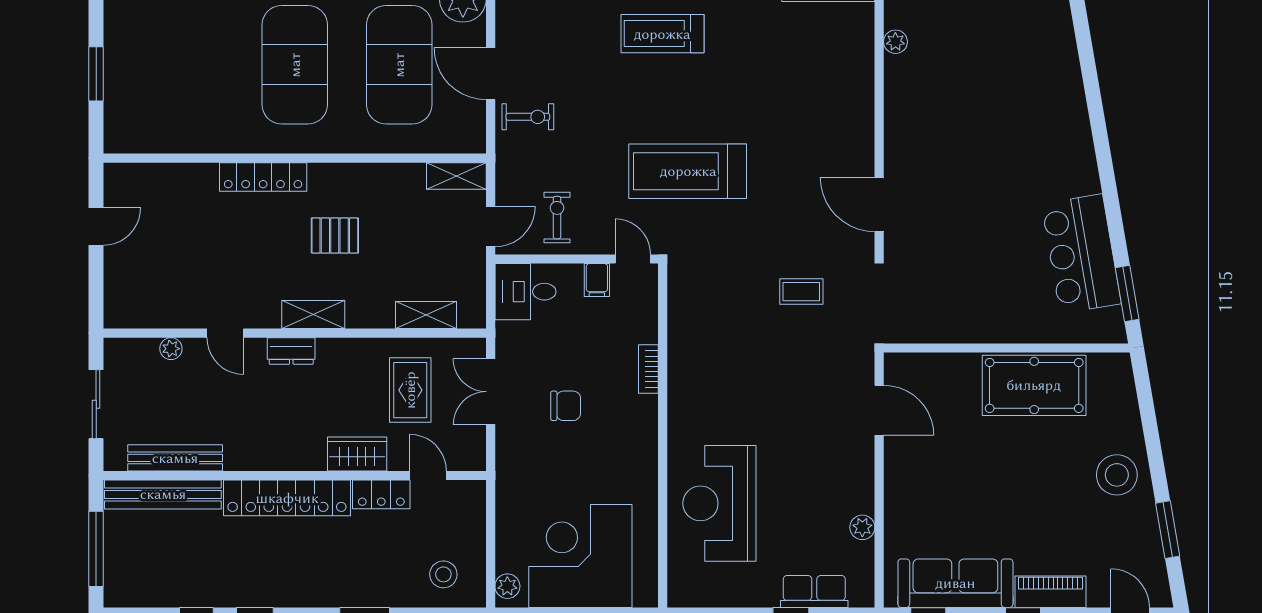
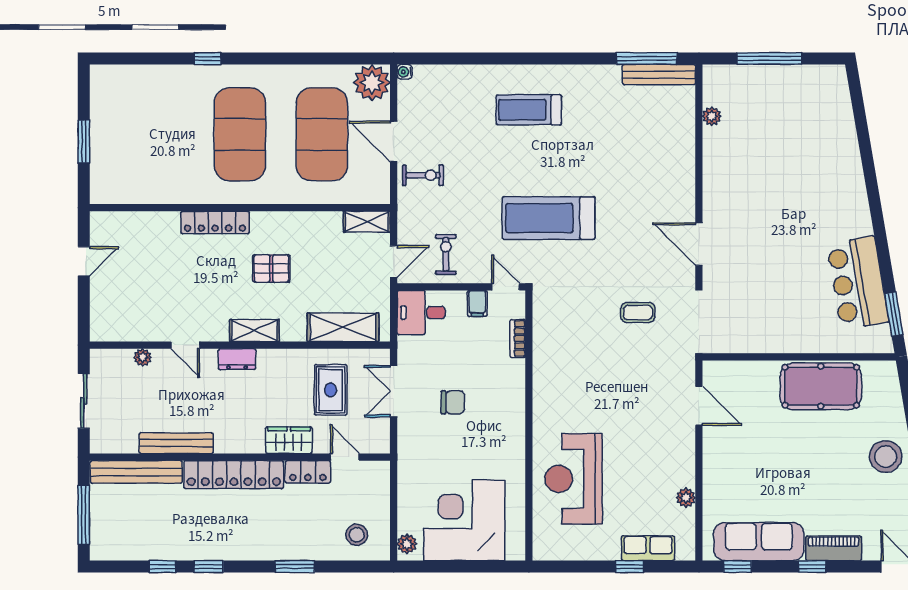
shelving: (426, 315) -> (343, 327), width x1.50, depth x1.33
bookcase: (648, 369) -> (518, 338), moved
bench: (175, 458) -> (176, 443), moved

